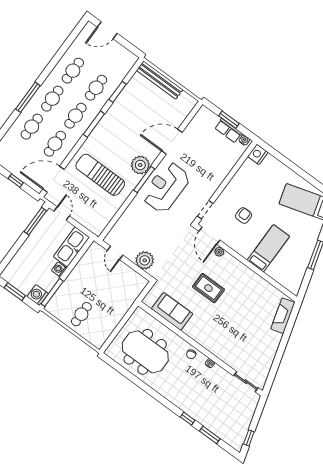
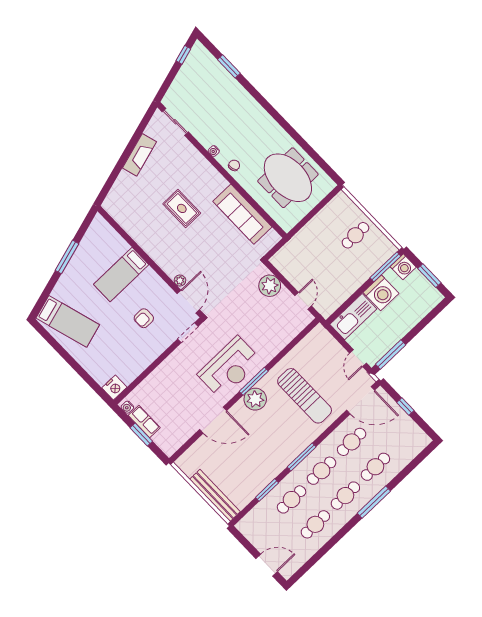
washing machine: (59, 269) -> (381, 293), width x1.89, depth x1.89
rug: (208, 288) -> (182, 208), moved
sofa: (172, 311) -> (242, 214), width x1.36
fireplace: (283, 316) -> (139, 155), moved
window: (188, 419) -> (252, 90), removed

